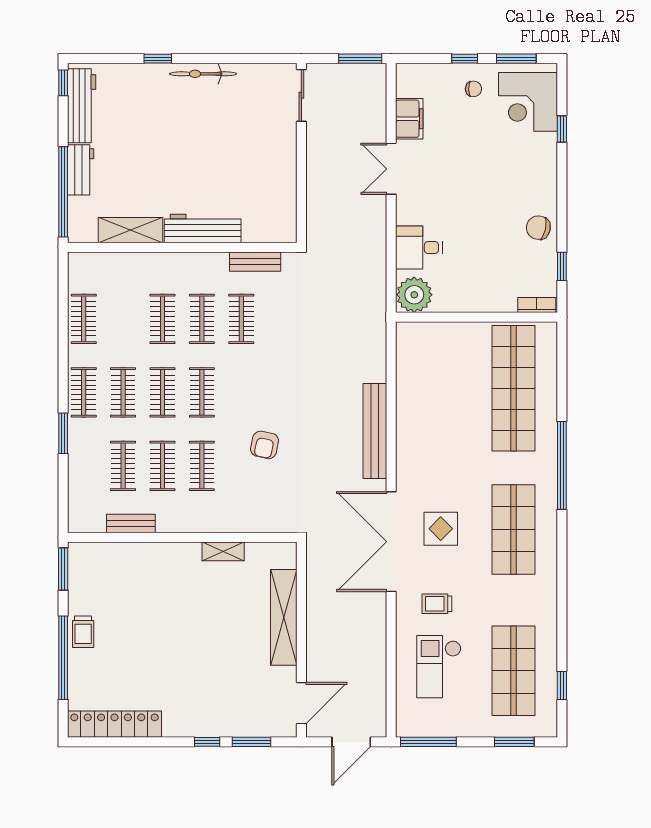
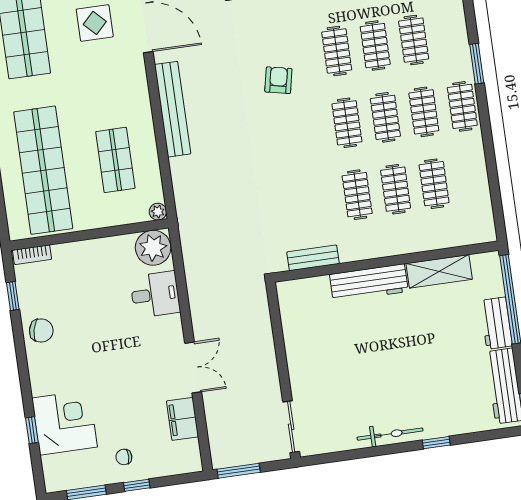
corner desk: (528, 102) -> (65, 422), moved
clothes rail: (84, 319) -> (434, 184), moved
clothes rail: (241, 319) -> (319, 200), removed
plant: (404, 330) -> (158, 212), added
shop shelf: (440, 388) -> (115, 160), added

